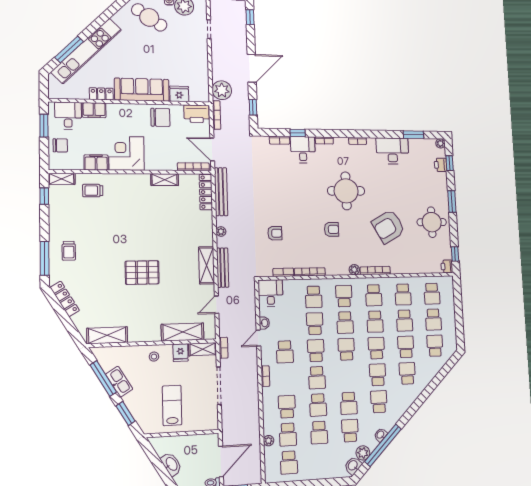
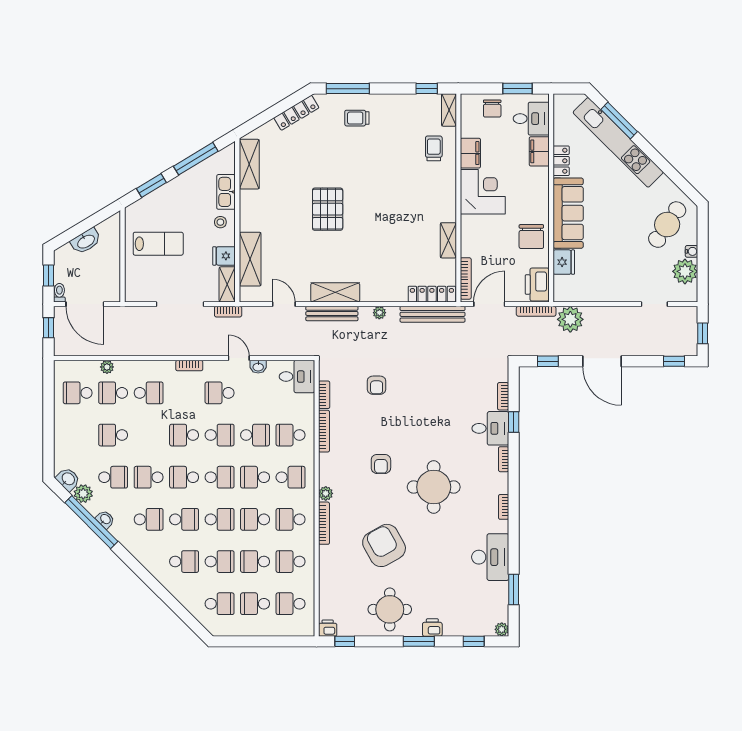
printer: (440, 165) -> (432, 627), moved
kitchen sink: (119, 382) -> (226, 192), moved, turned 121
school desk: (318, 405) -> (184, 477), moved

